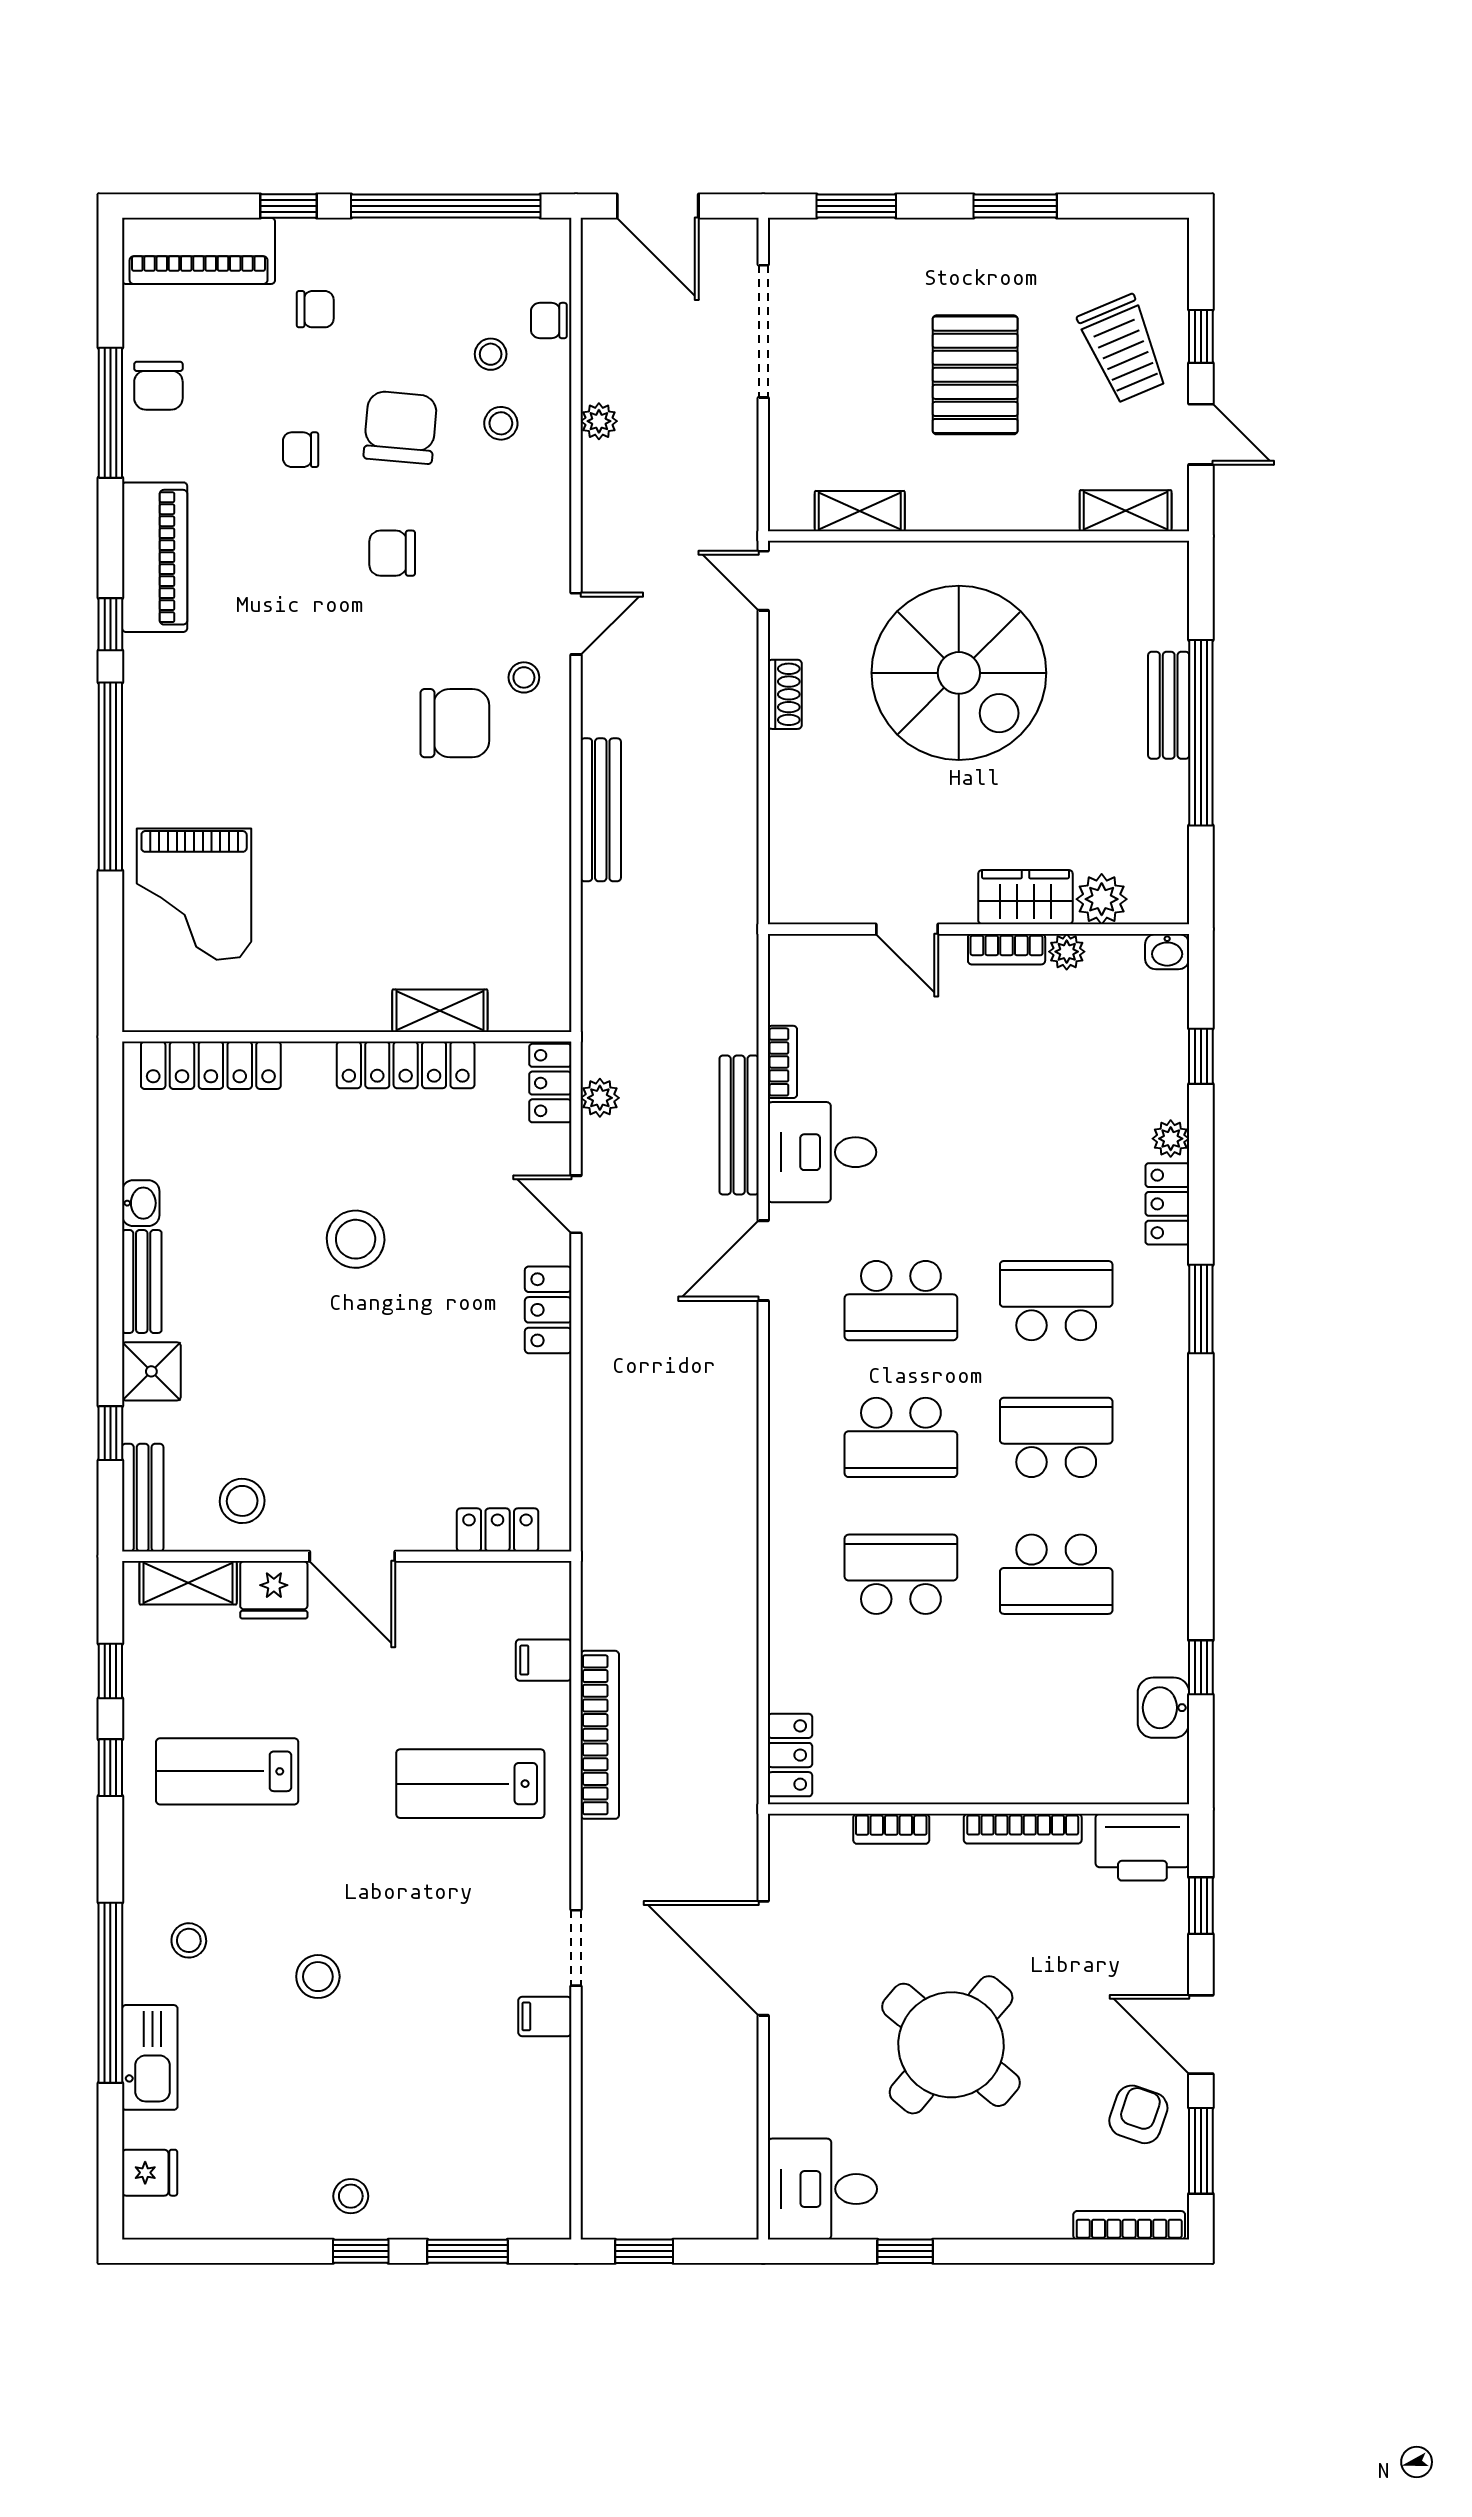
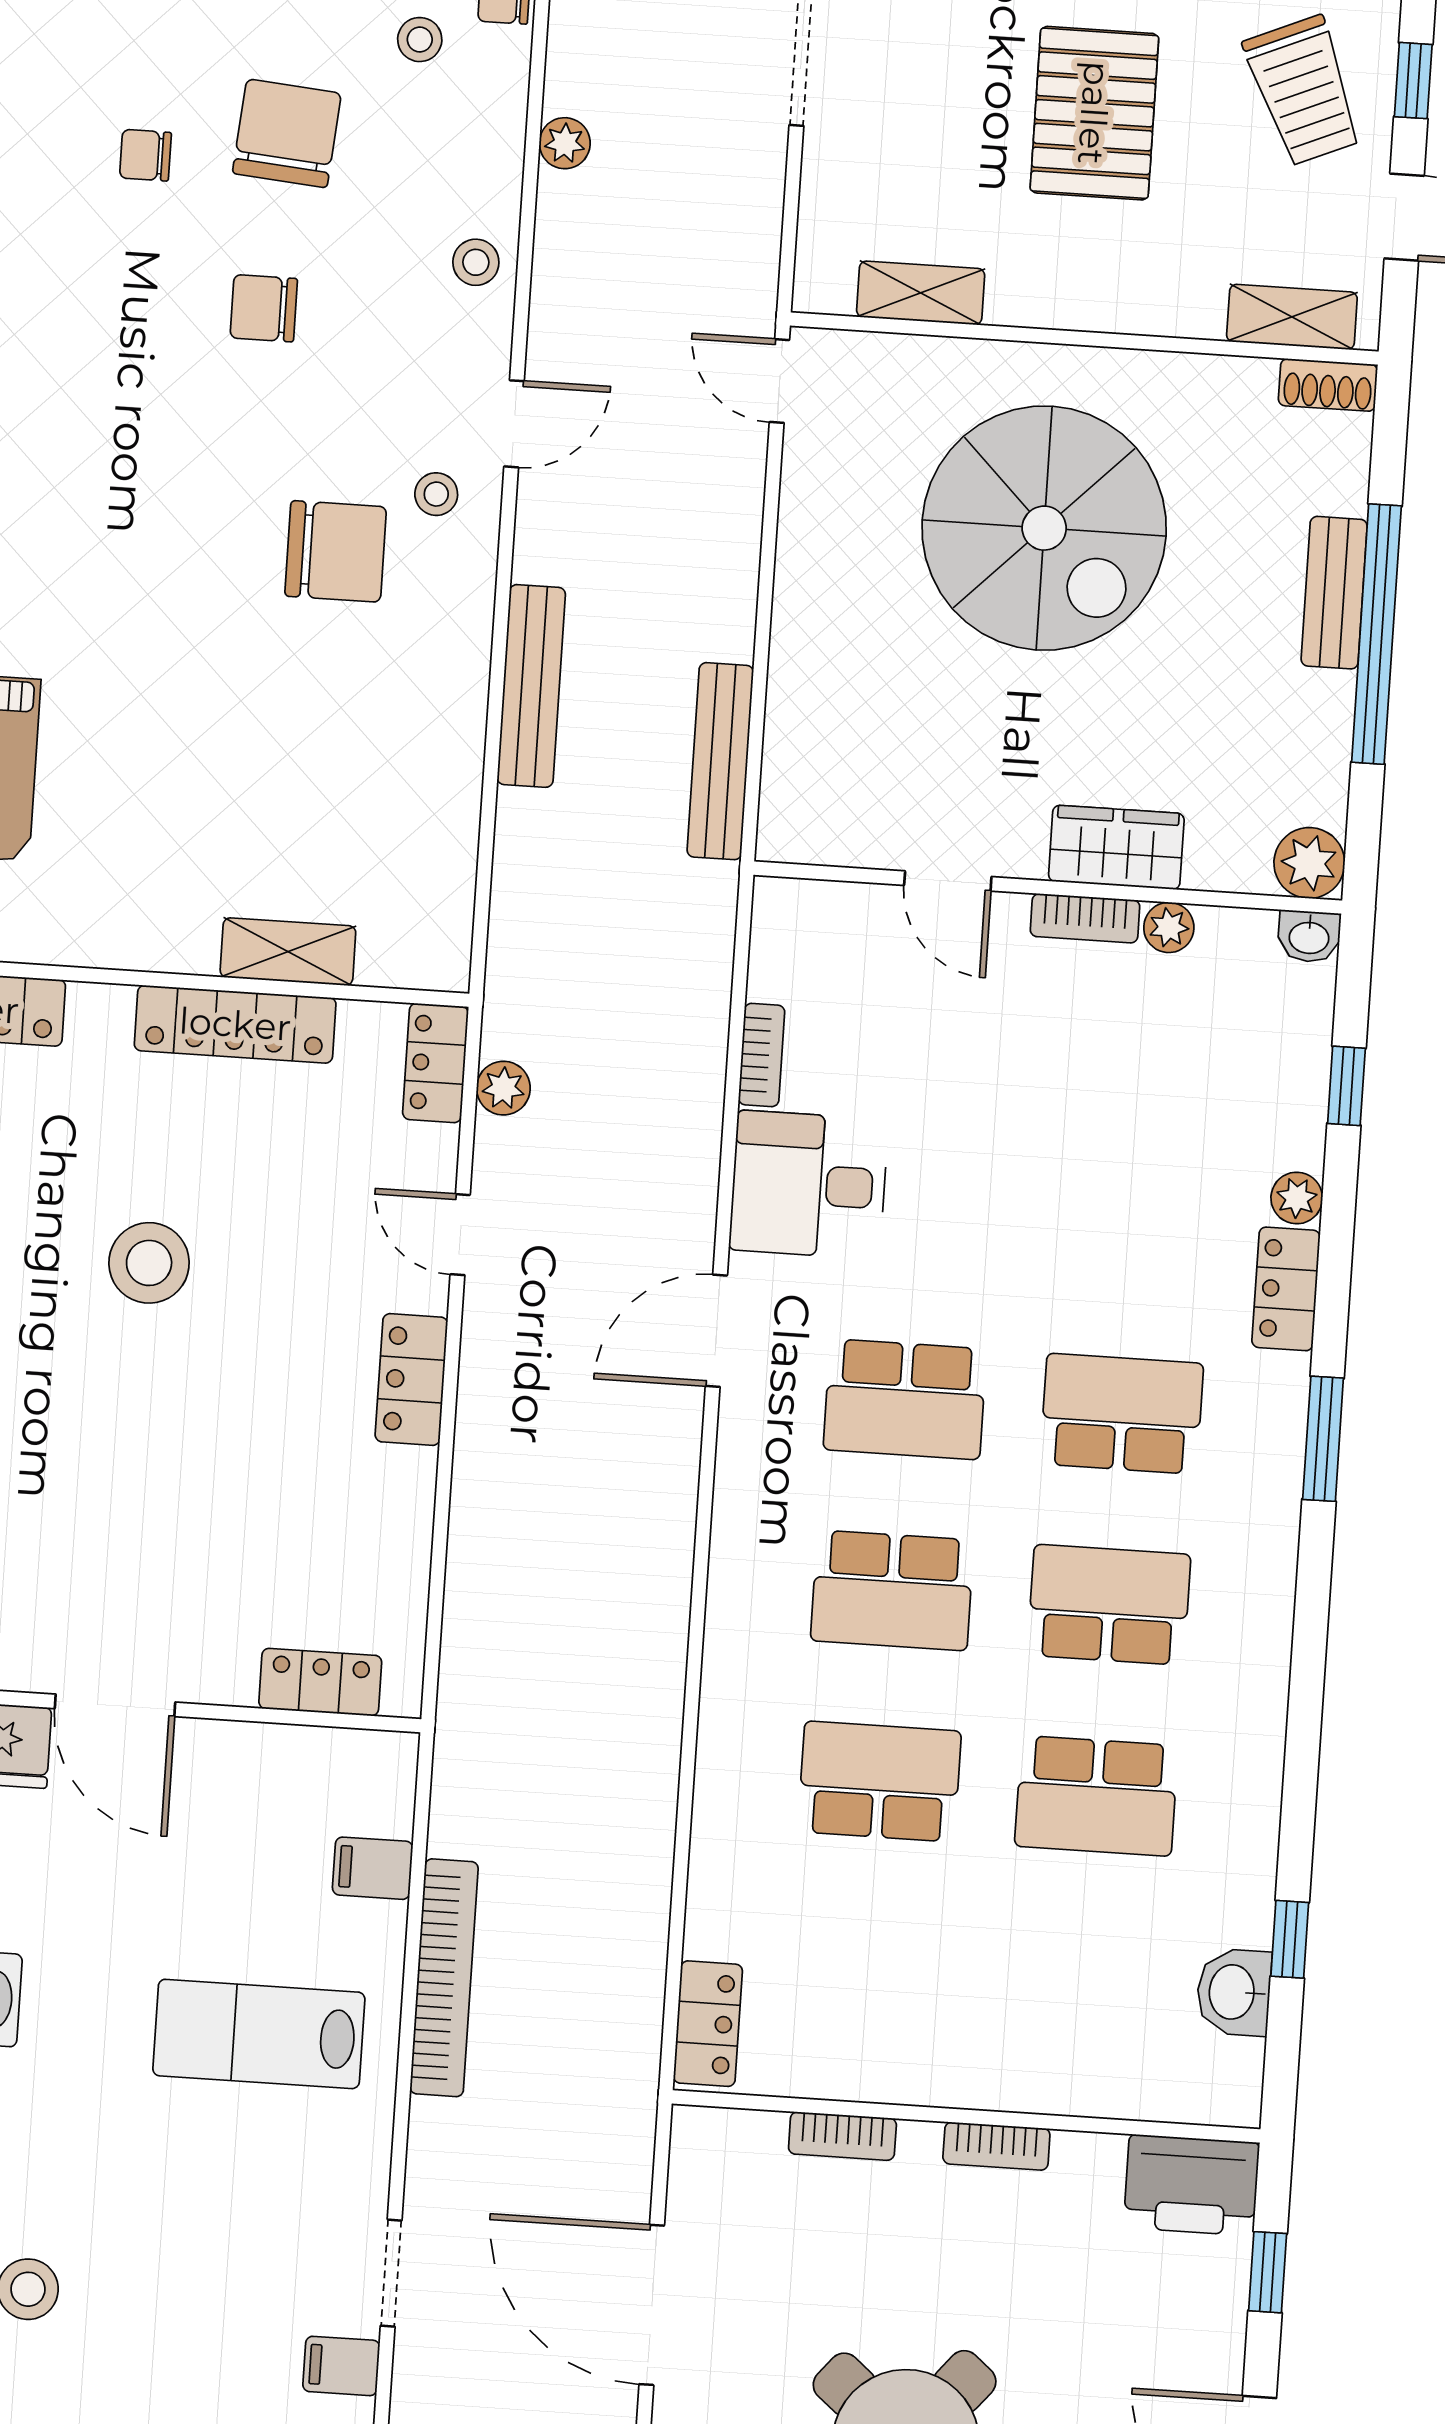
stool: (501, 423) -> (476, 262), moved
shoe rack: (785, 694) -> (1328, 385), moved, turned 90
plant: (1102, 899) -> (1309, 863), moved
bench: (739, 1125) -> (720, 761), moved
bookcase: (1023, 1829) -> (996, 2146), width x0.64

